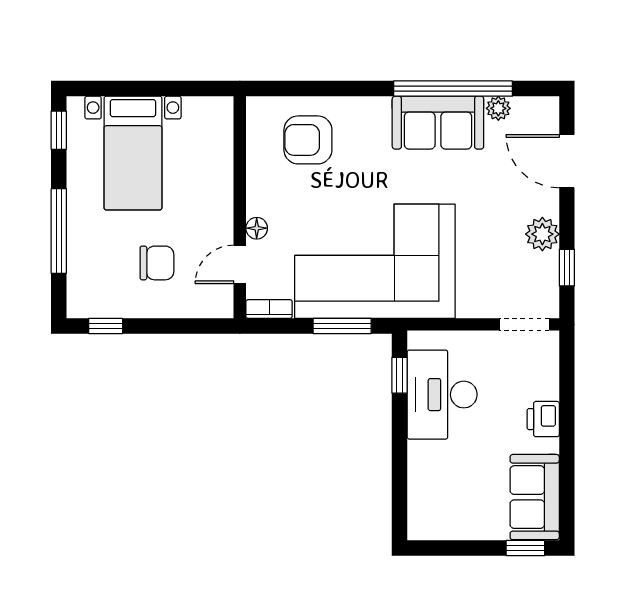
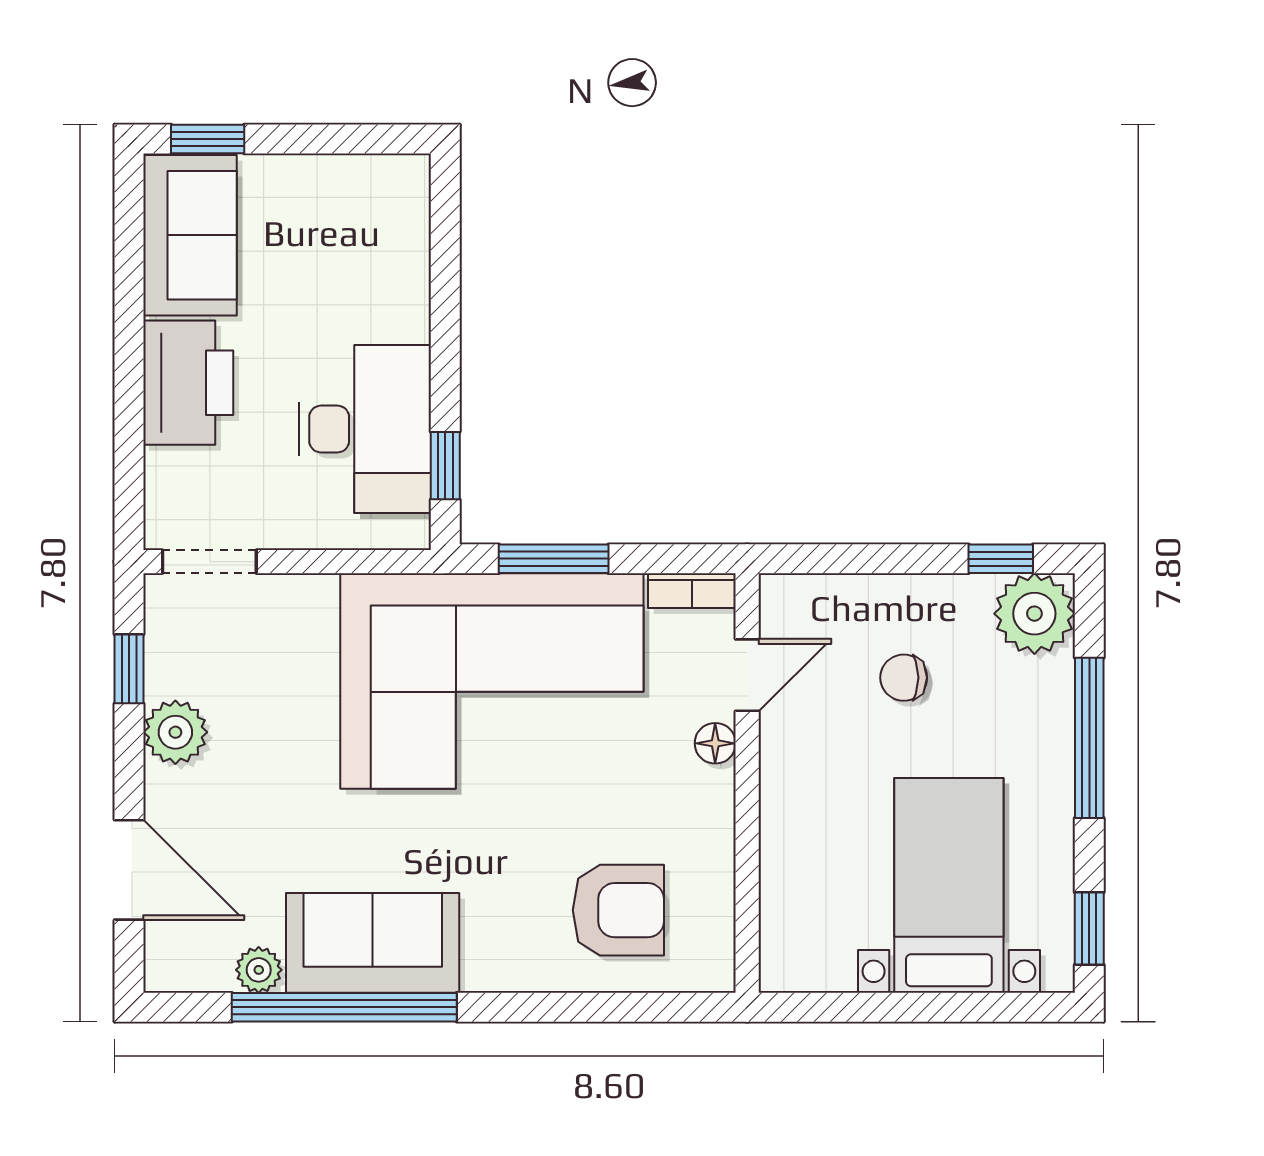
chair: (157, 263) -> (904, 678), width x0.73, depth x0.73
plant: (88, 297) -> (1034, 614), added
printer: (543, 419) -> (188, 383), width x1.87, depth x1.48

